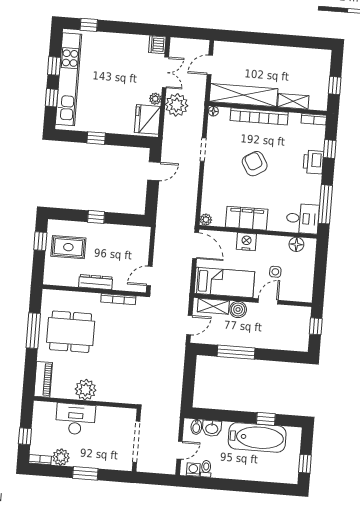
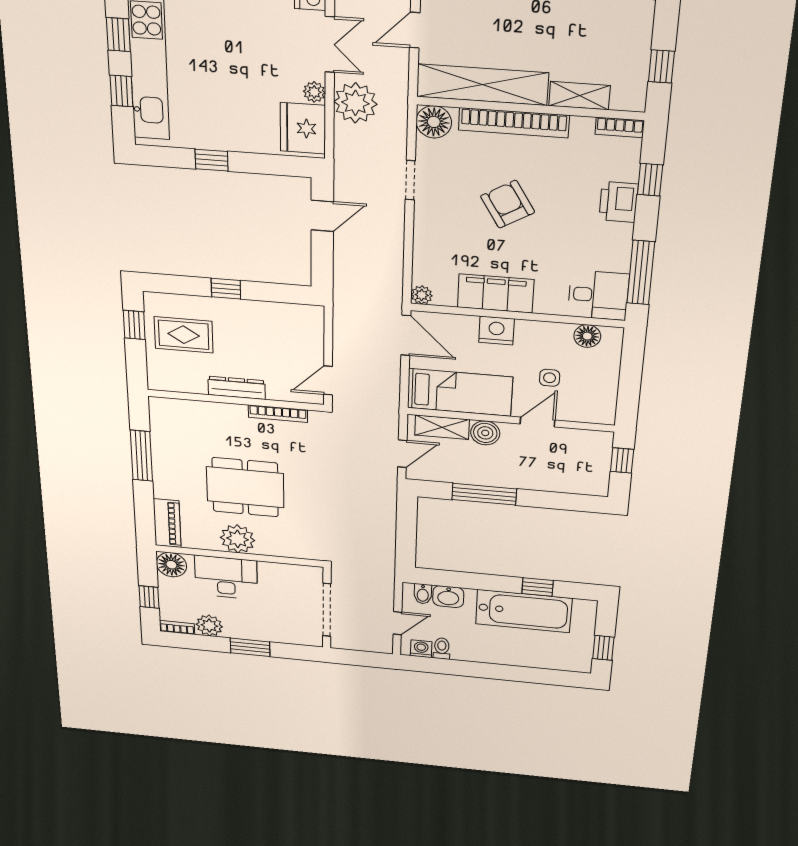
floor lamp: (213, 111) -> (434, 122), width x1.89, depth x1.89
dining table: (71, 332) -> (245, 487), moved
floor lamp: (42, 411) -> (171, 565), added

